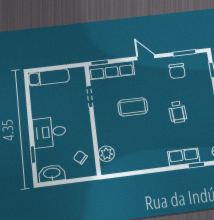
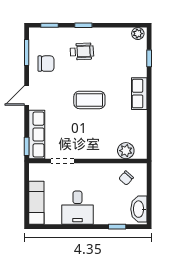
coffee table: (133, 107) -> (89, 100), moved, turned 90
wheelchair: (178, 112) -> (82, 51), moved
desk: (49, 132) -> (77, 208), moved
row of seats: (184, 157) -> (139, 94), moved

